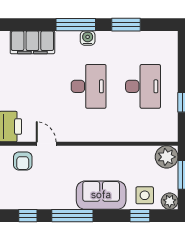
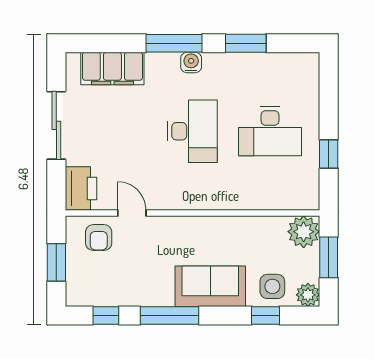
desk: (143, 86) -> (270, 131), turned 90

